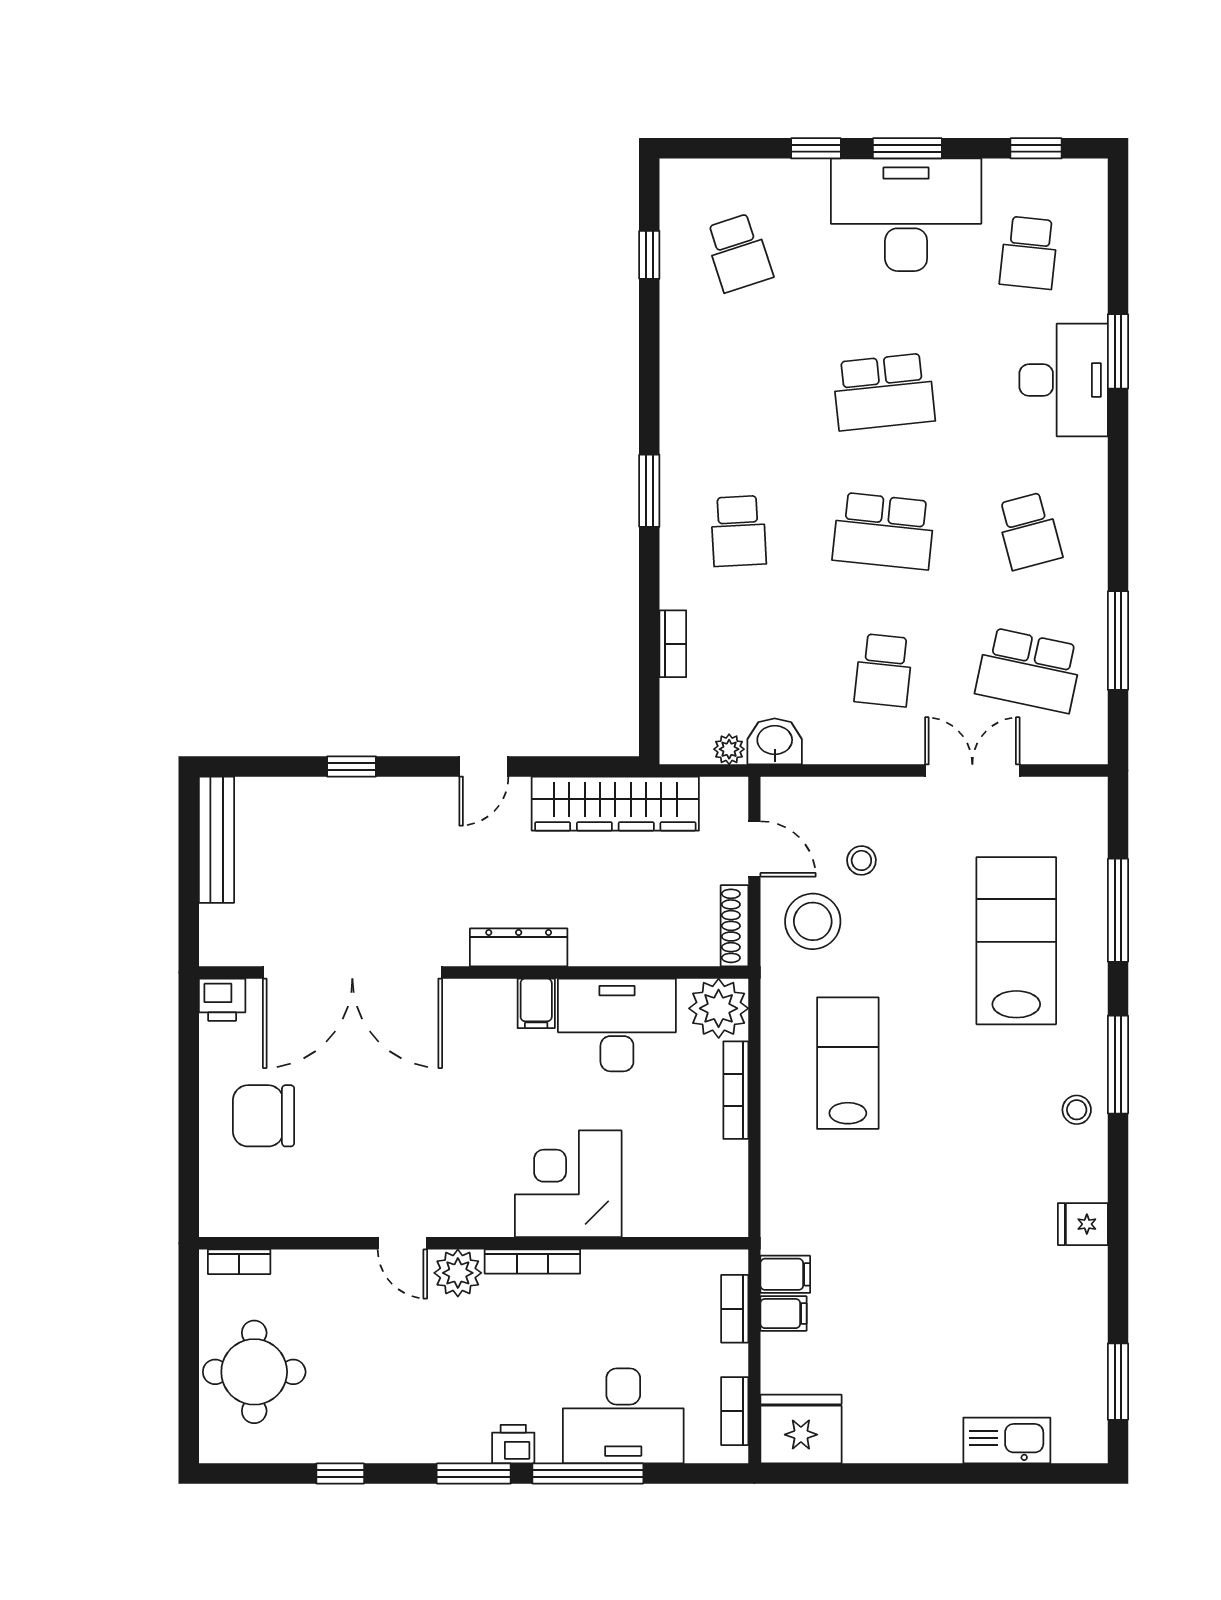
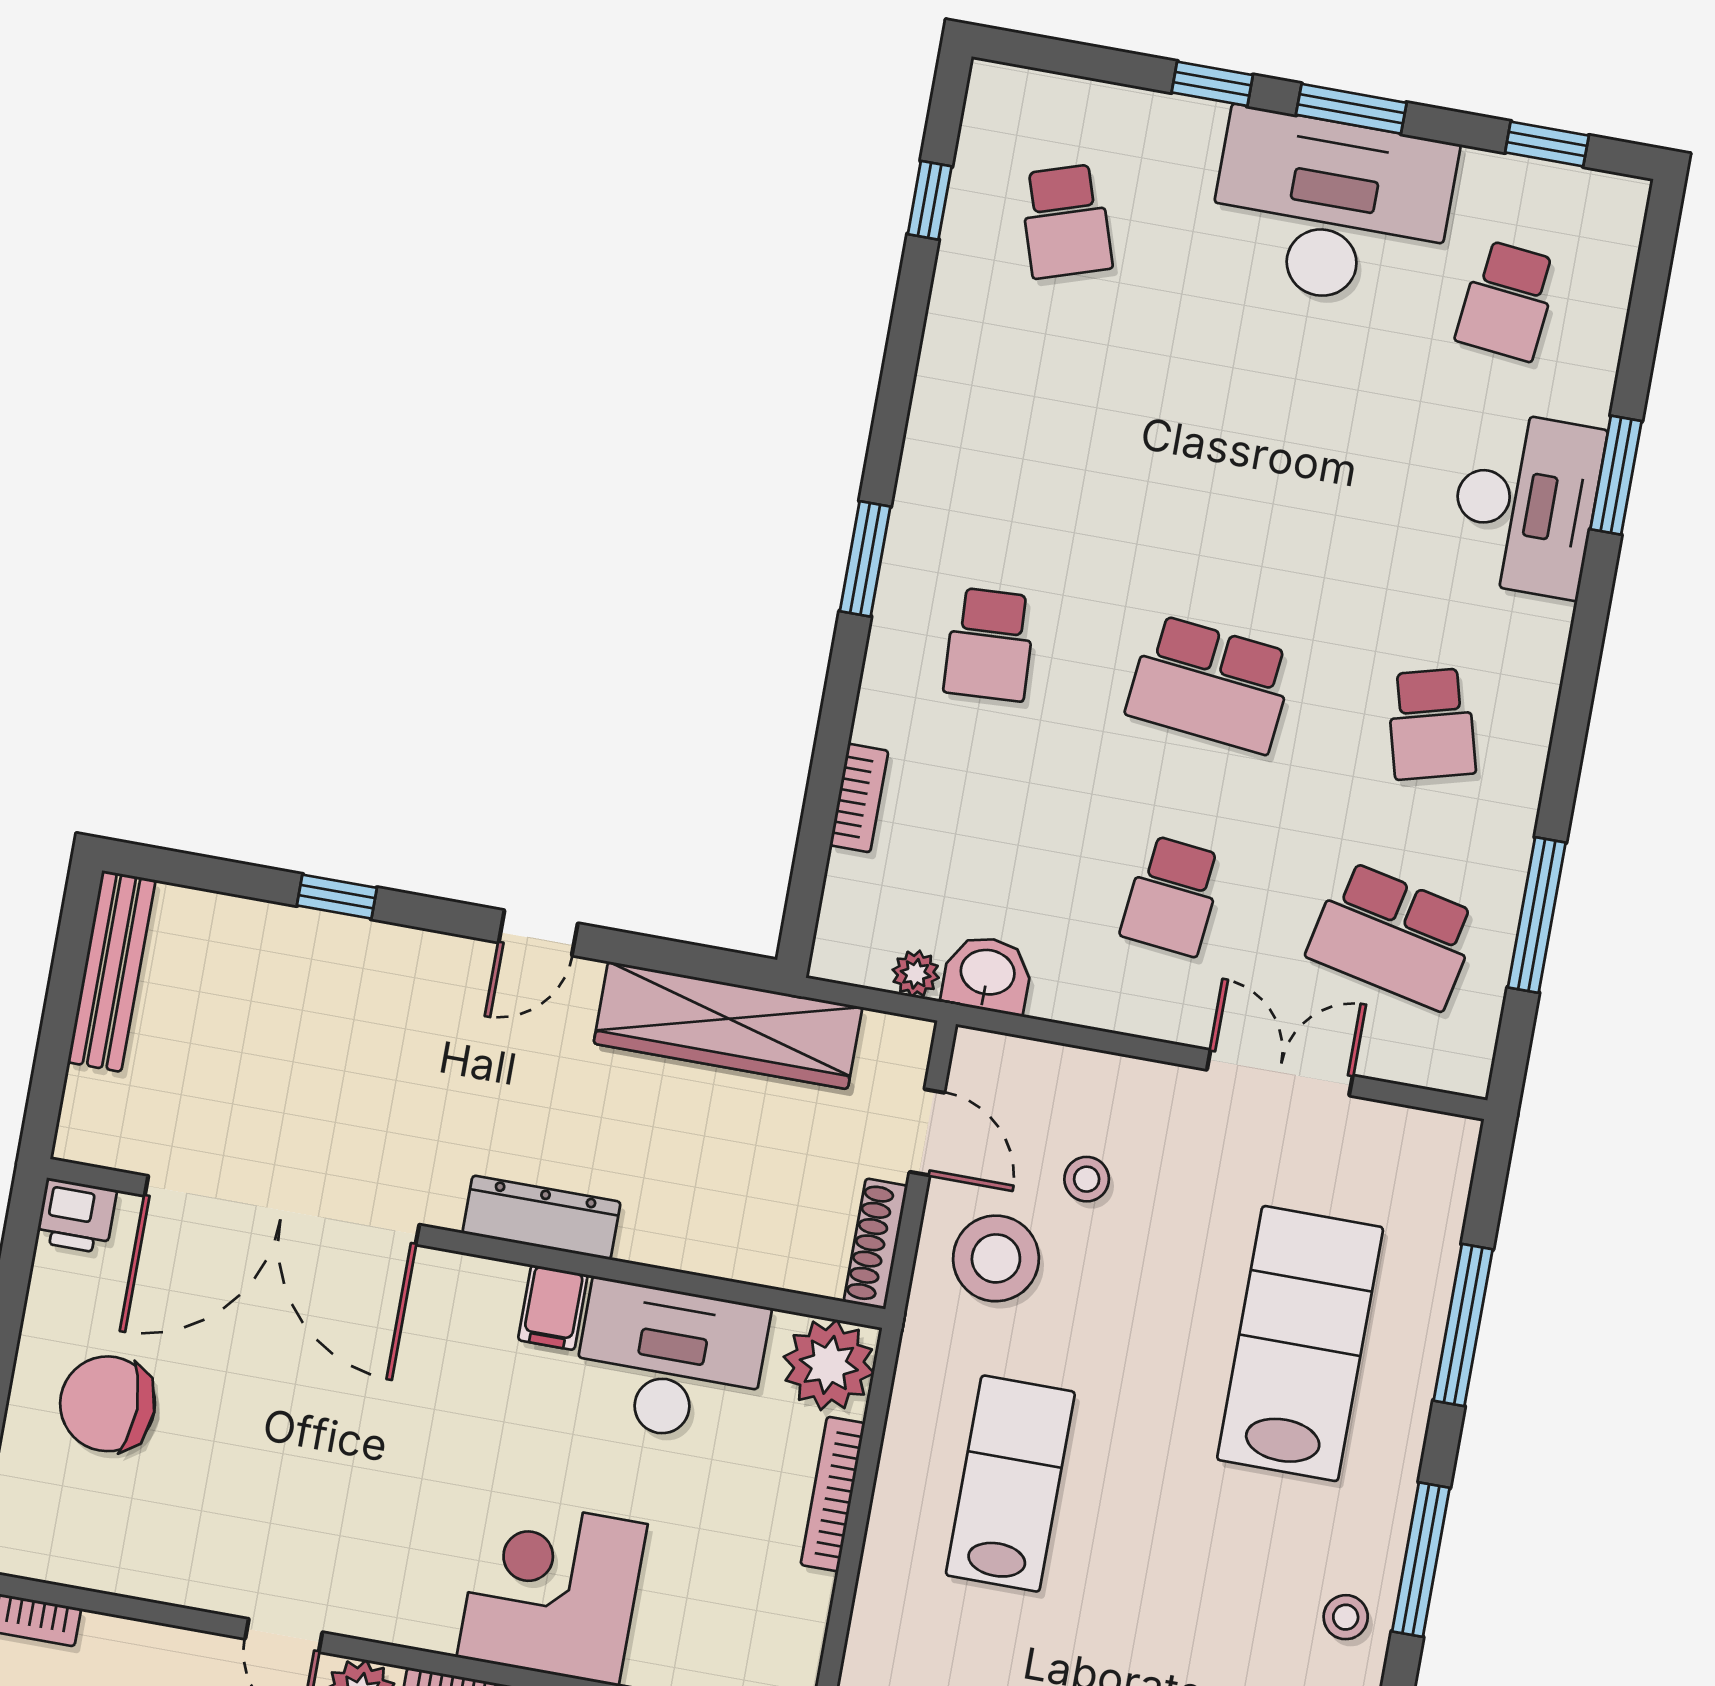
school desk: (884, 392) -> (1249, 473), removed

